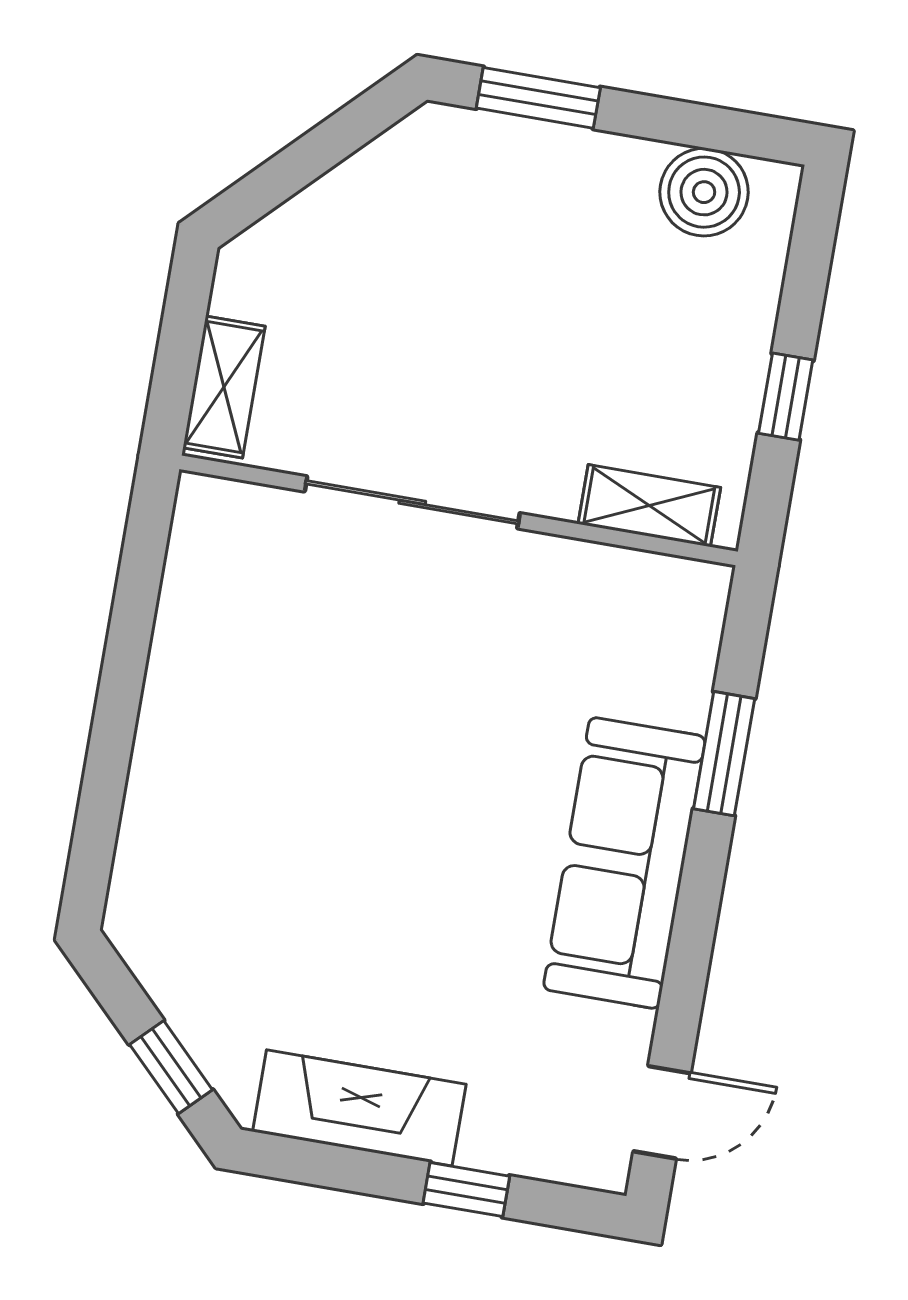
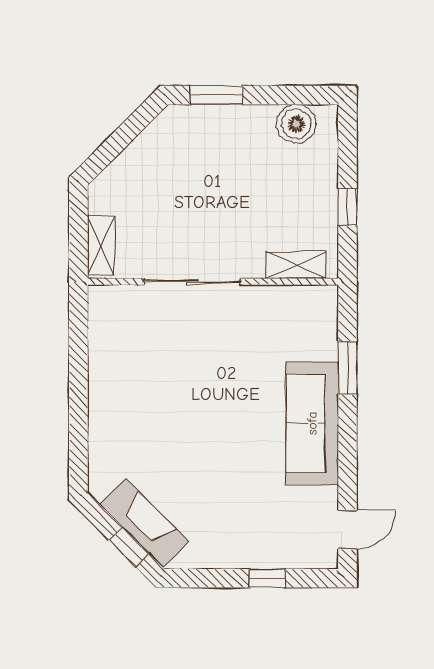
fireplace: (359, 1108) -> (144, 523), moved, turned 45

